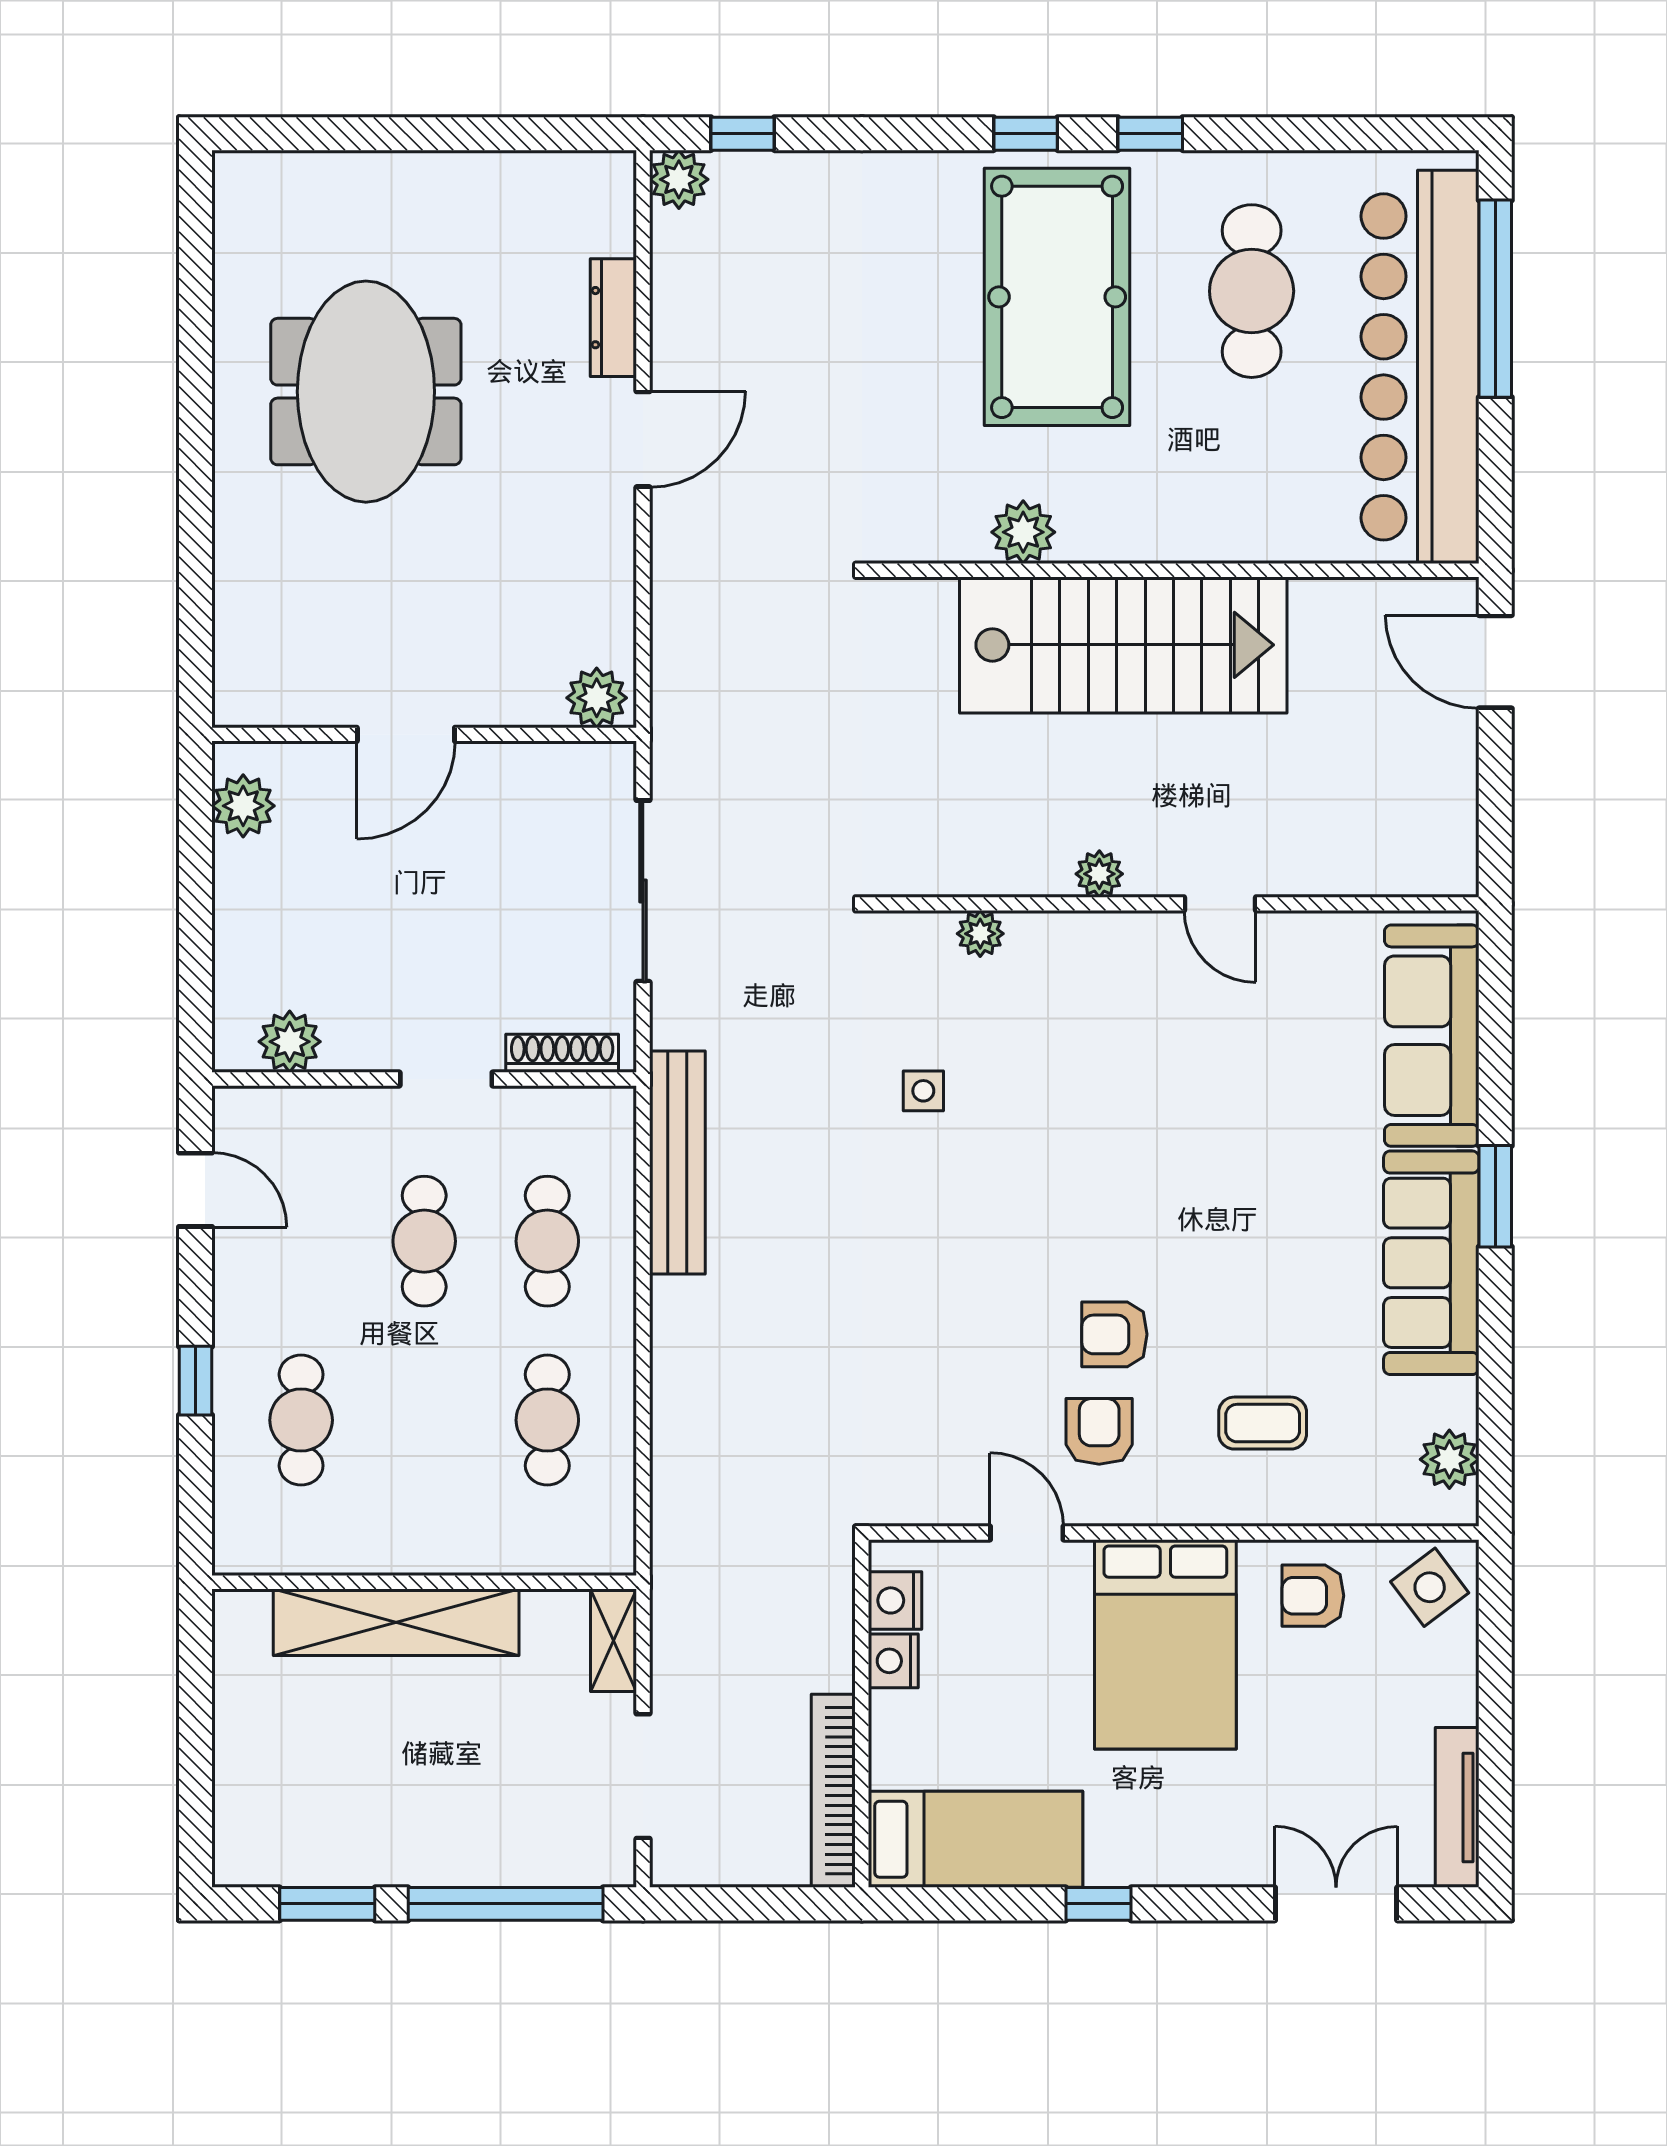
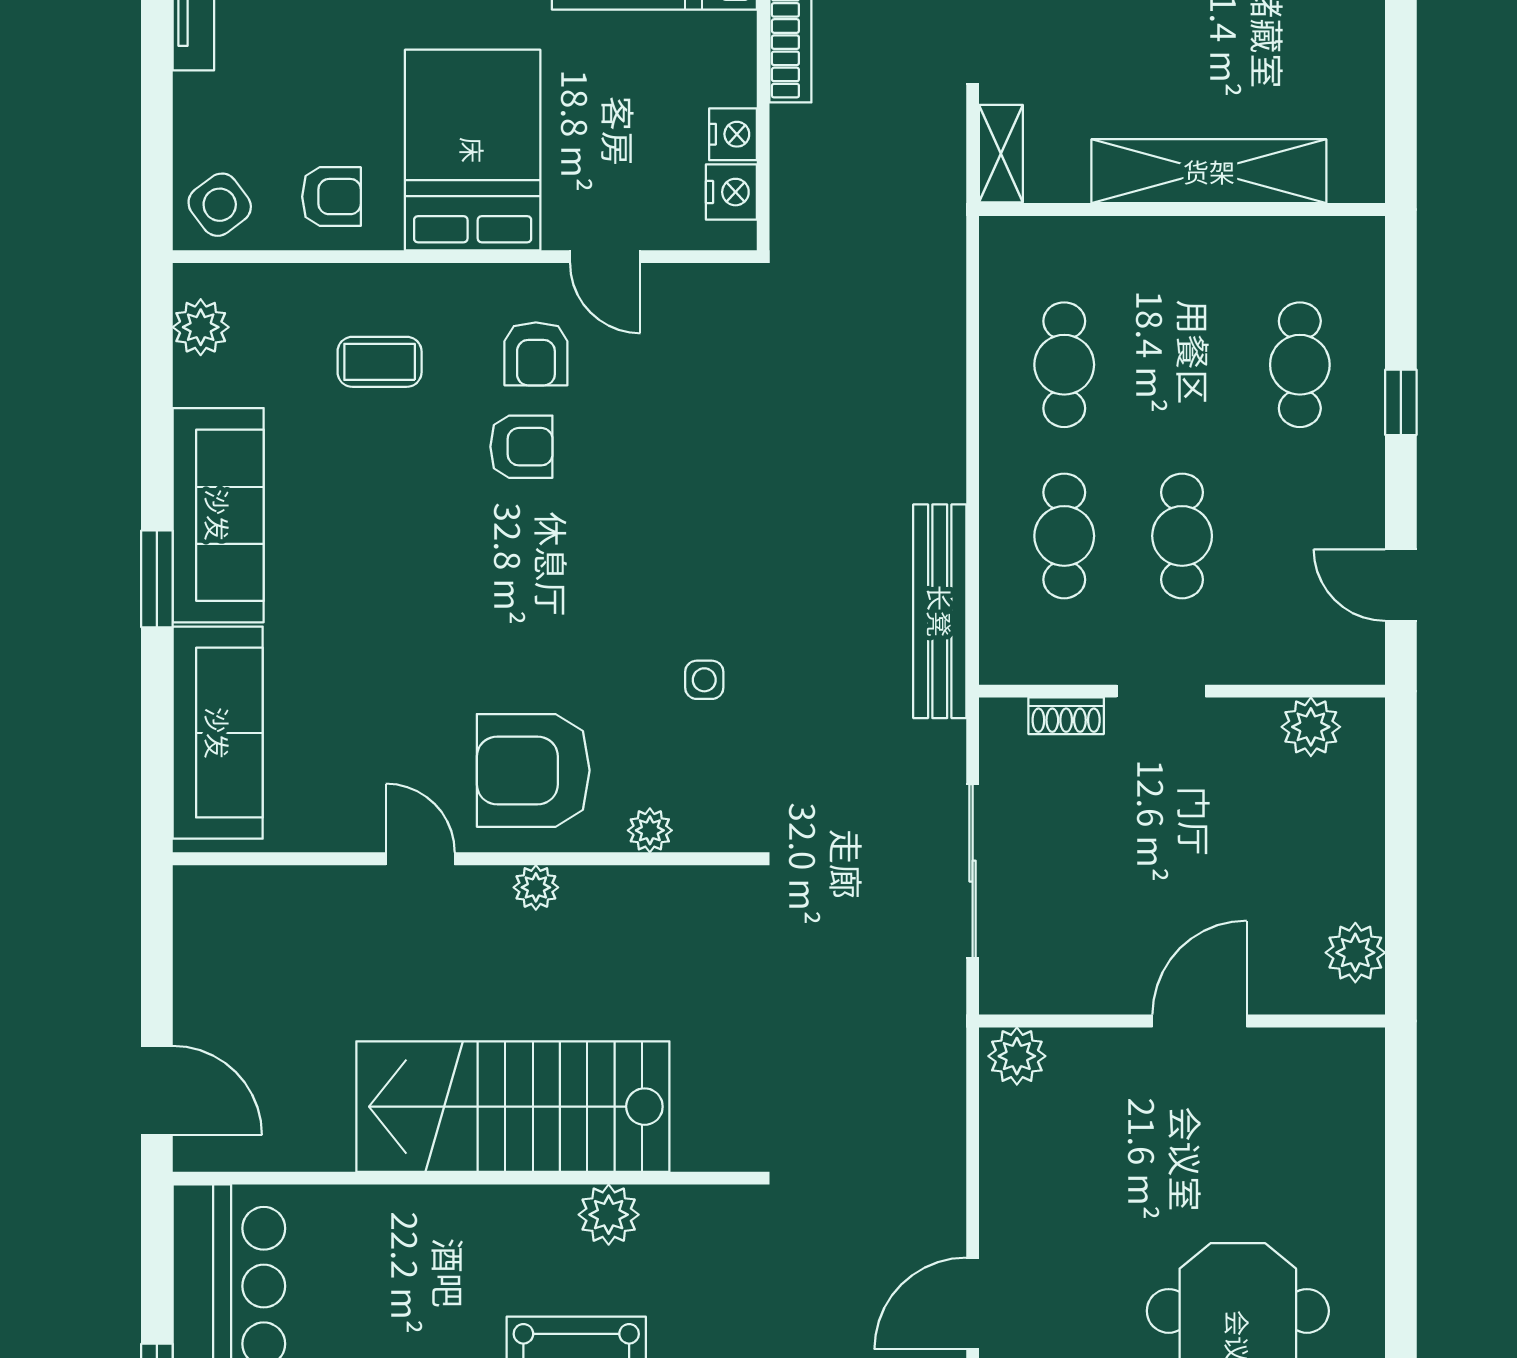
armchair: (1102, 996) -> (533, 770), added
shoe rack: (562, 1053) -> (1066, 716), width x0.70

